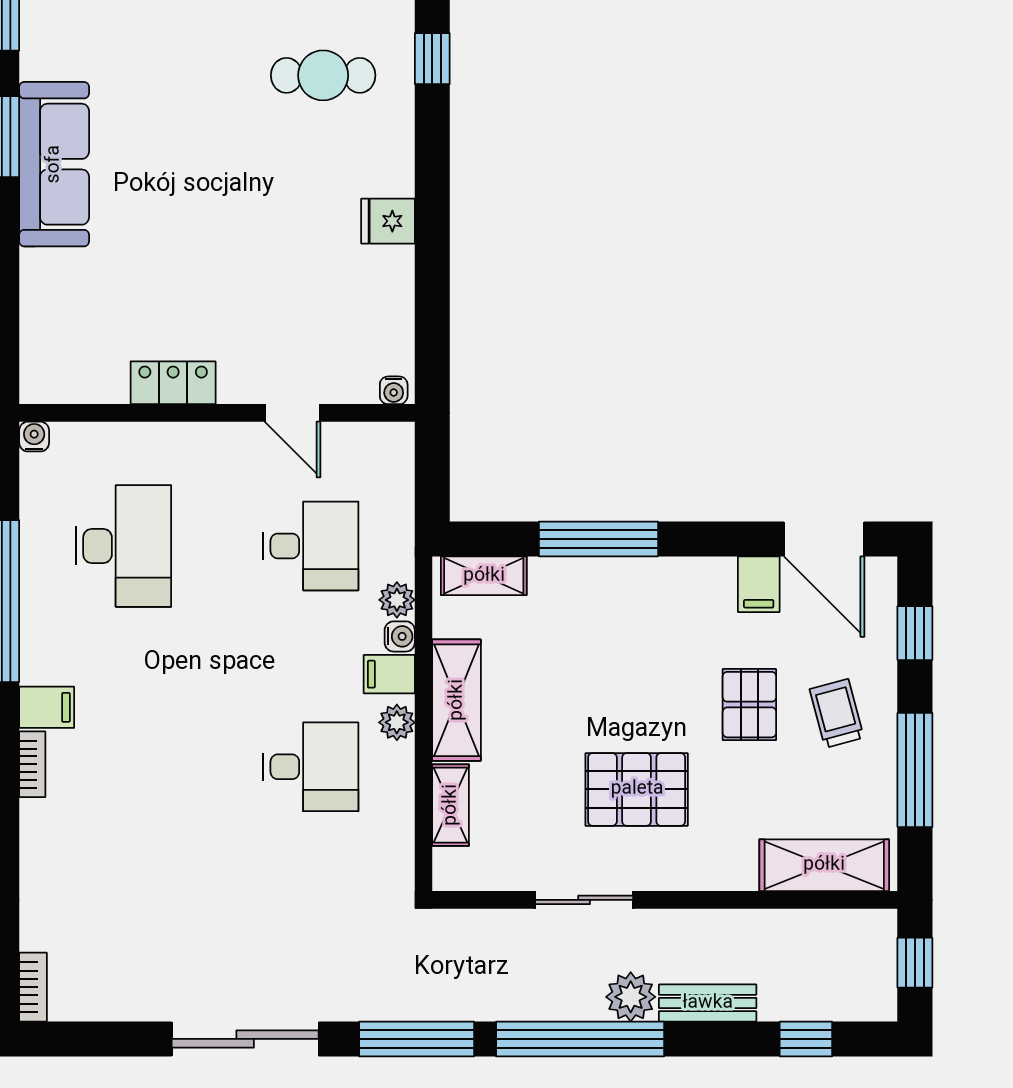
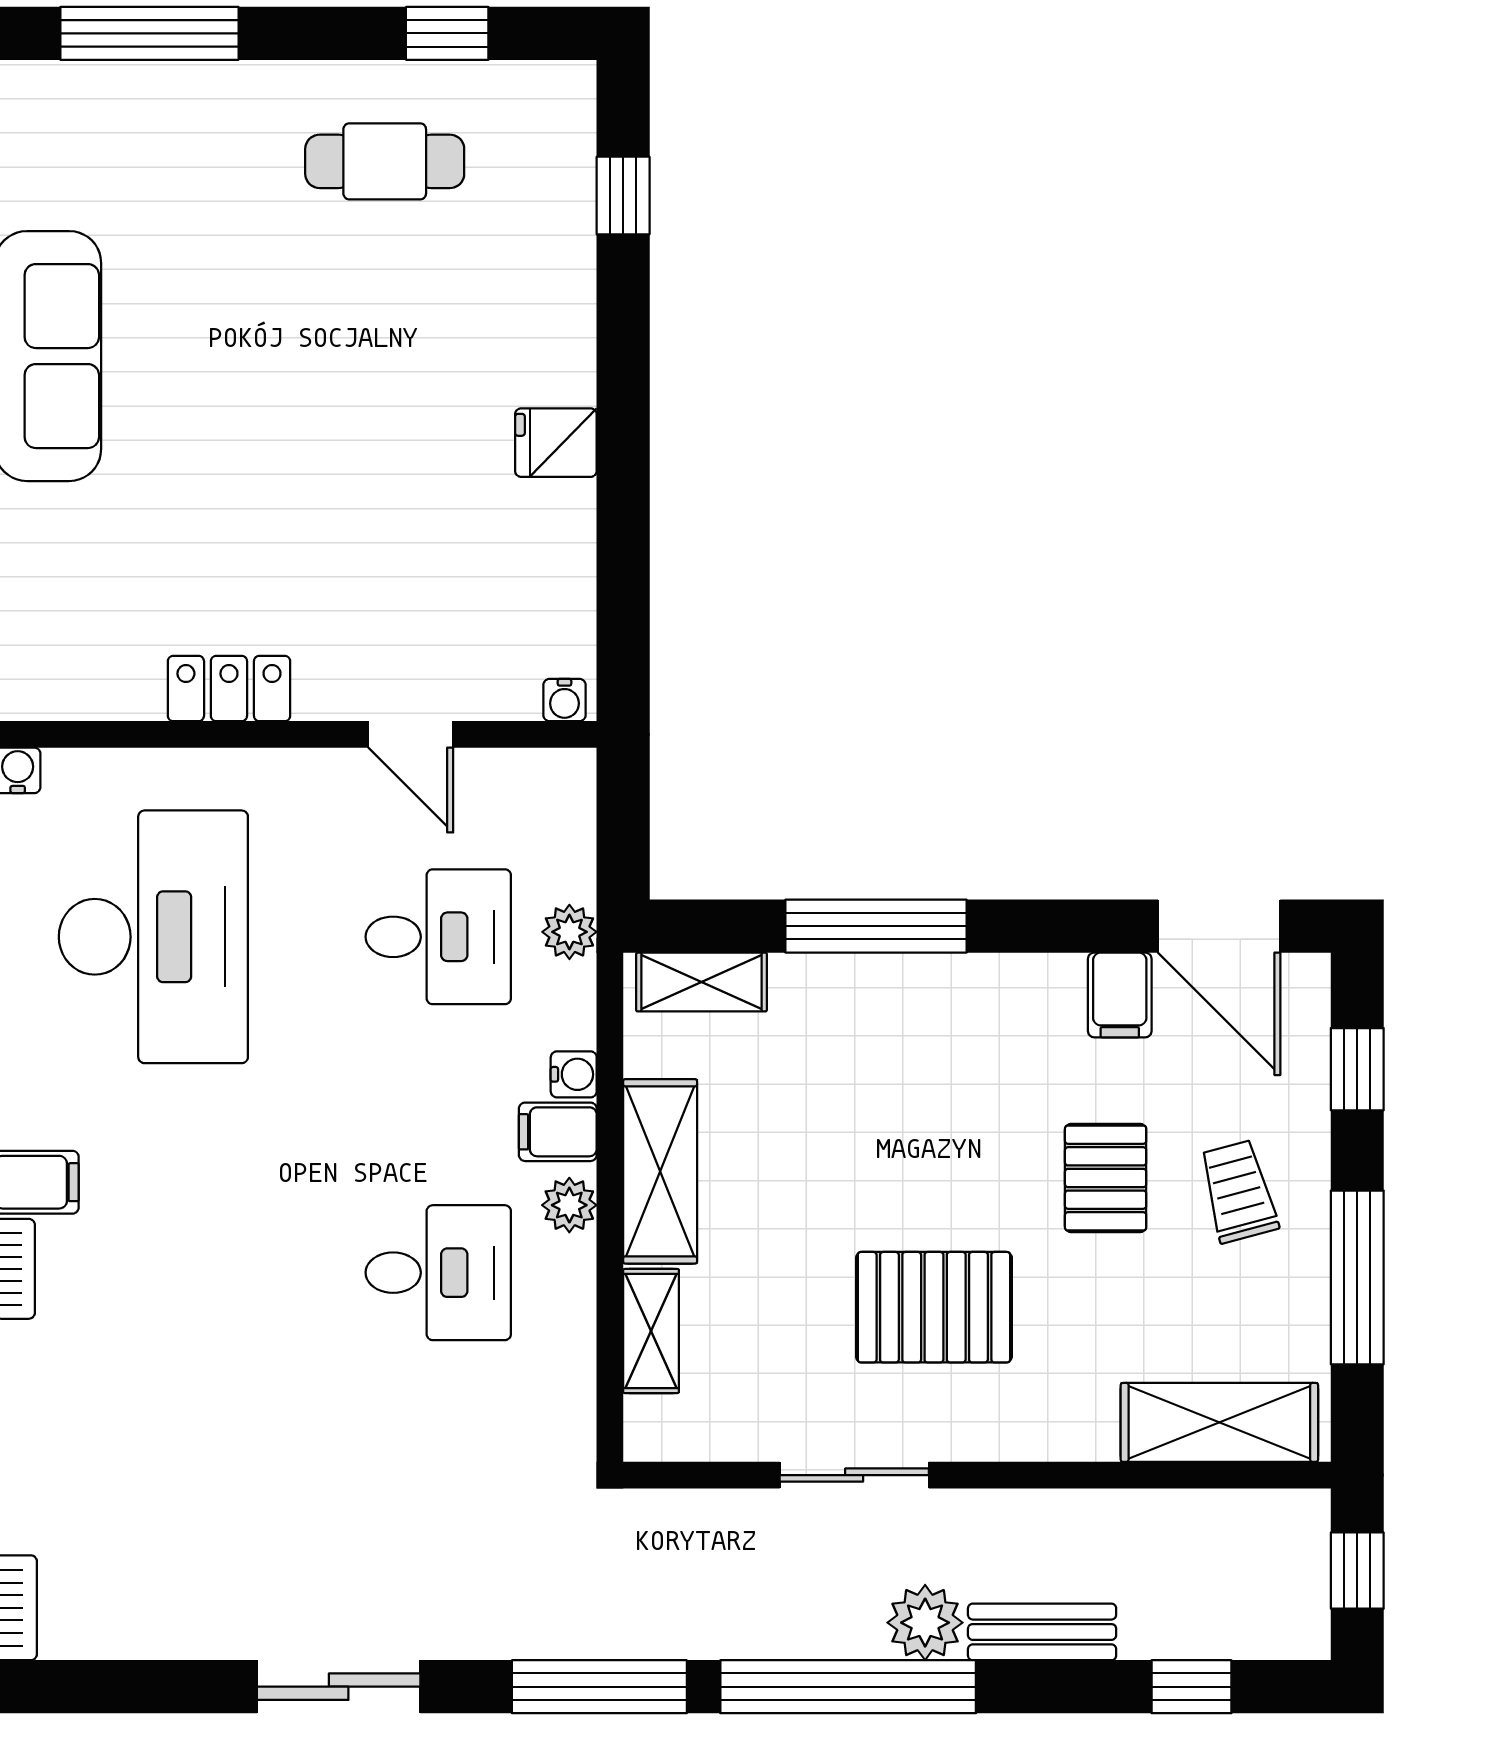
cafe table: (323, 75) -> (385, 161), moved
desk: (123, 546) -> (153, 937), width x1.36, depth x1.30
plant: (397, 600) -> (569, 932), moved
sliding door: (245, 1039) -> (339, 1687), width x0.73

